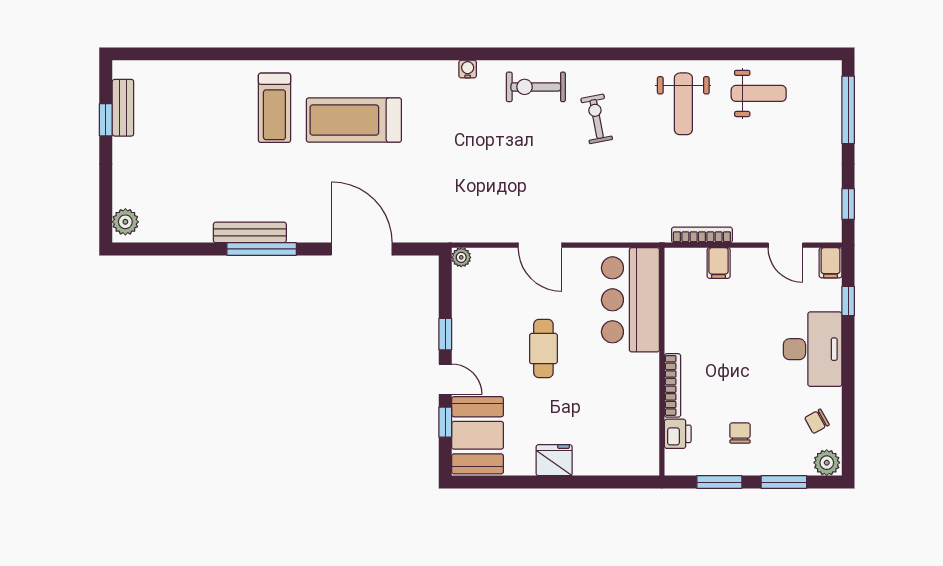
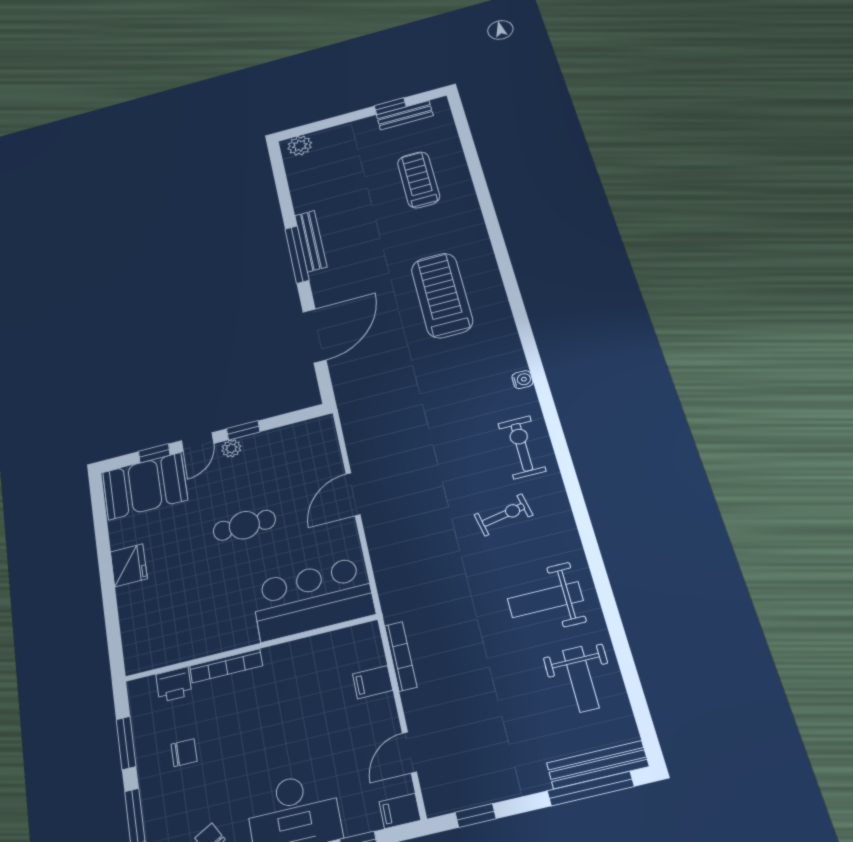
bench: (831, 99) -> (598, 765), added
treadmill: (274, 108) -> (419, 180), moved, turned 90
plant: (461, 257) -> (231, 448), moved

